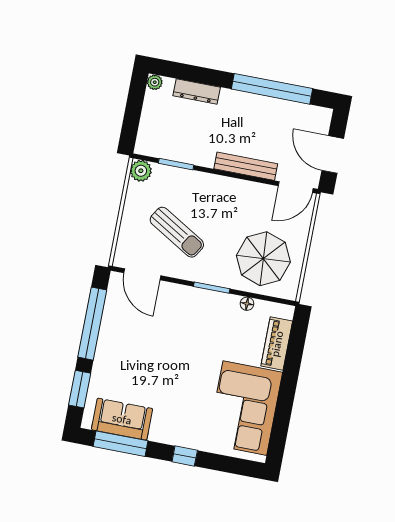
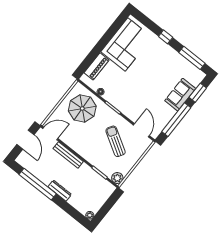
dresser: (197, 91) -> (60, 191), moved
sofa: (122, 419) -> (180, 95), moved, turned 90

